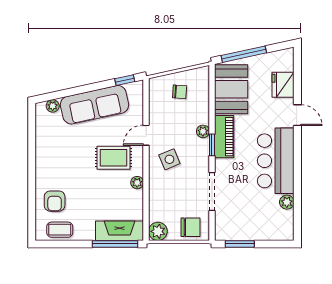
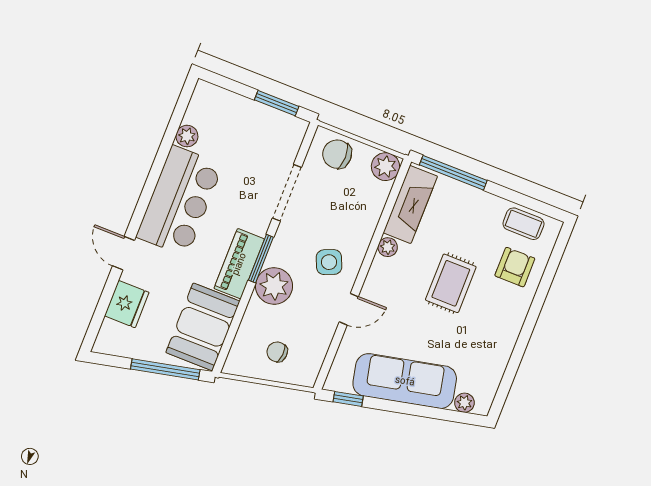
plant: (203, 131) -> (274, 286), width x1.88, depth x1.88
window: (212, 145) -> (261, 259), width x1.50
rug: (114, 158) -> (451, 283), moved, turned 90
fireplace: (120, 231) -> (410, 204), moved, turned -90

